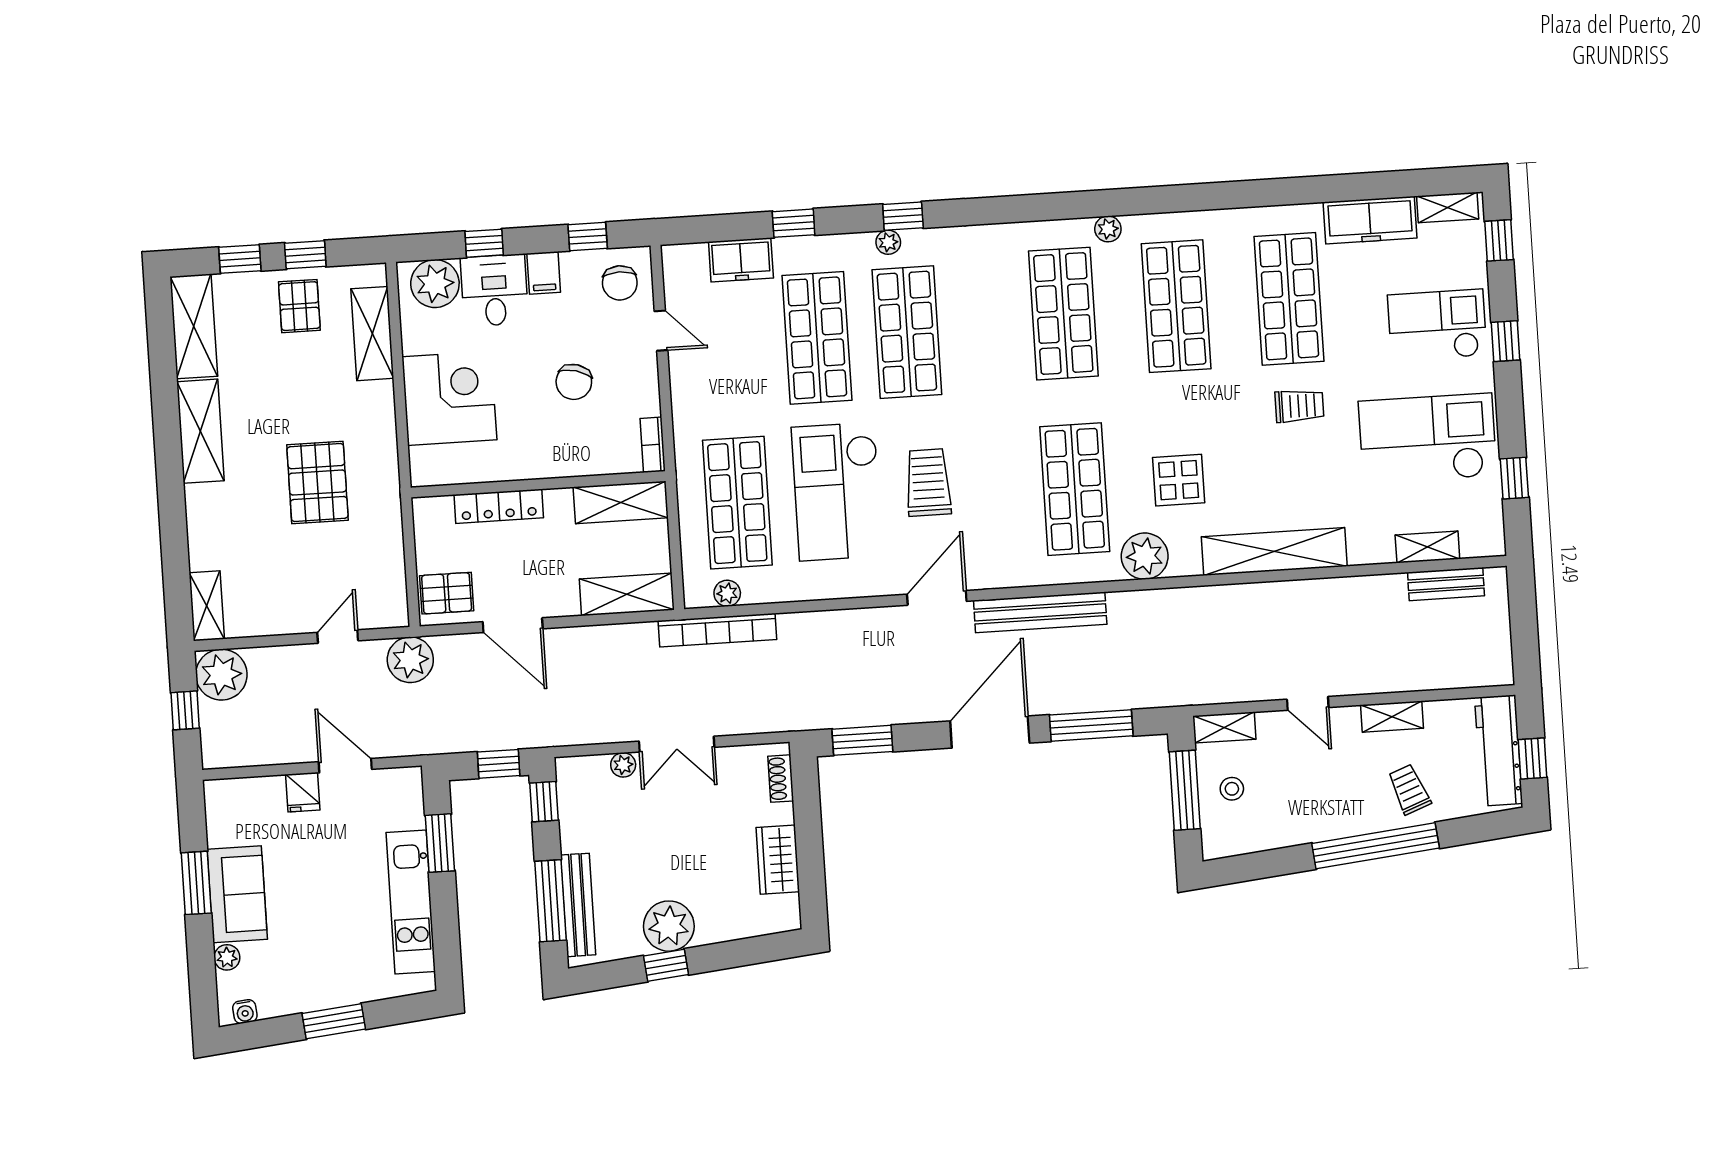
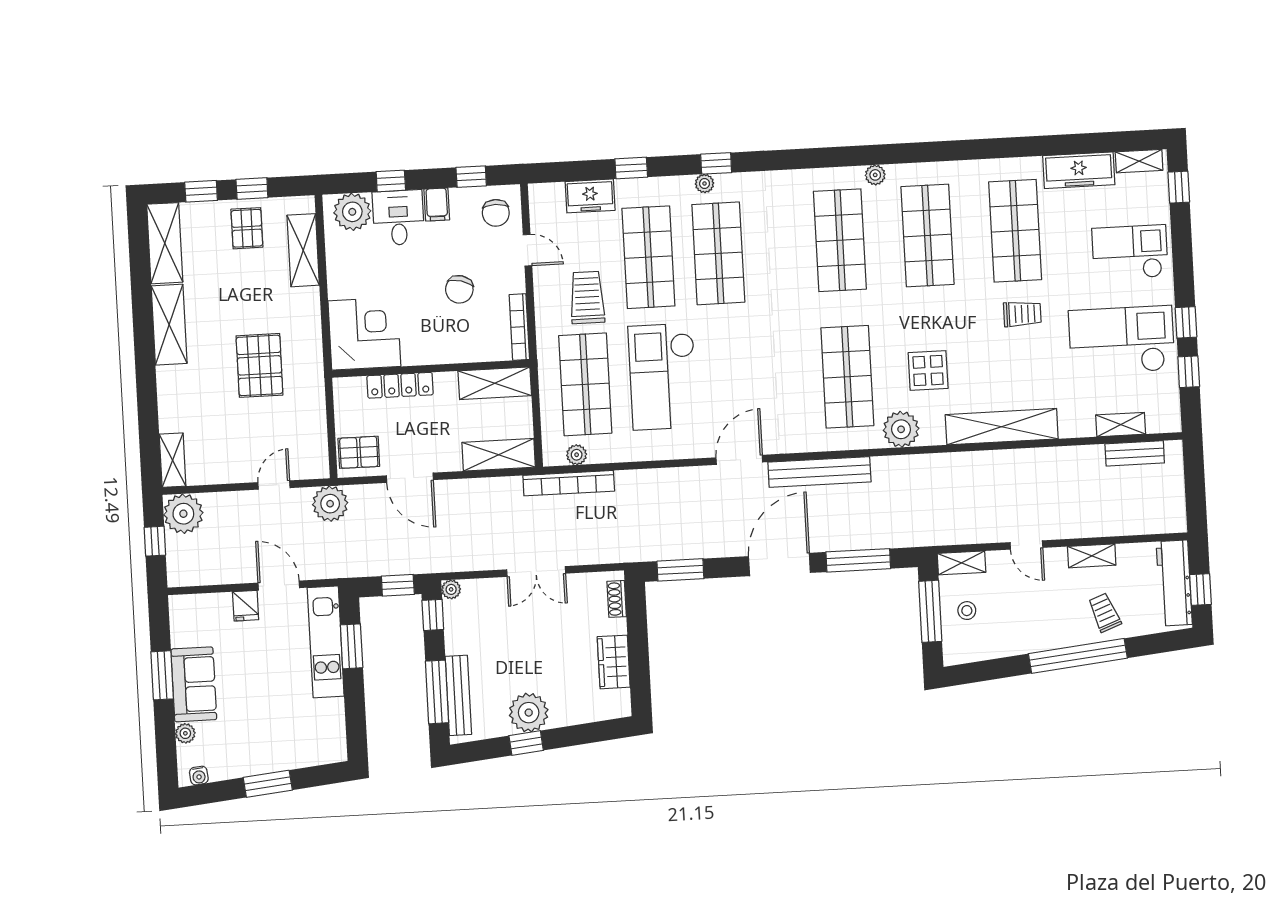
window: (1506, 341) -> (1186, 322), moved
corner desk: (449, 398) -> (364, 334), moved
bookcase: (653, 445) -> (519, 327), width x1.56
trolley: (928, 483) -> (587, 297), moved
plant: (623, 765) -> (451, 589), moved
kitchen unit: (411, 902) -> (326, 642), moved

